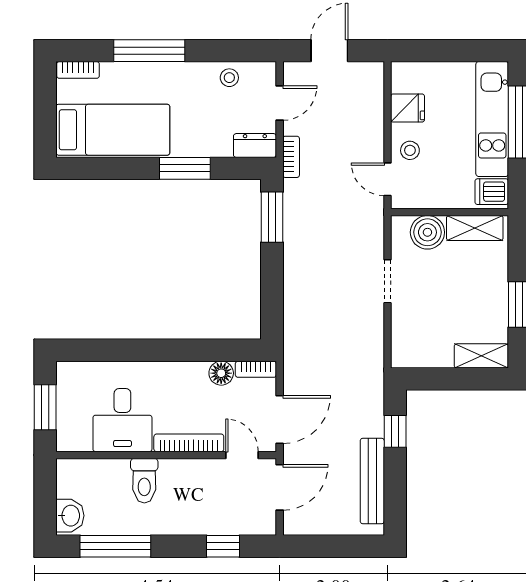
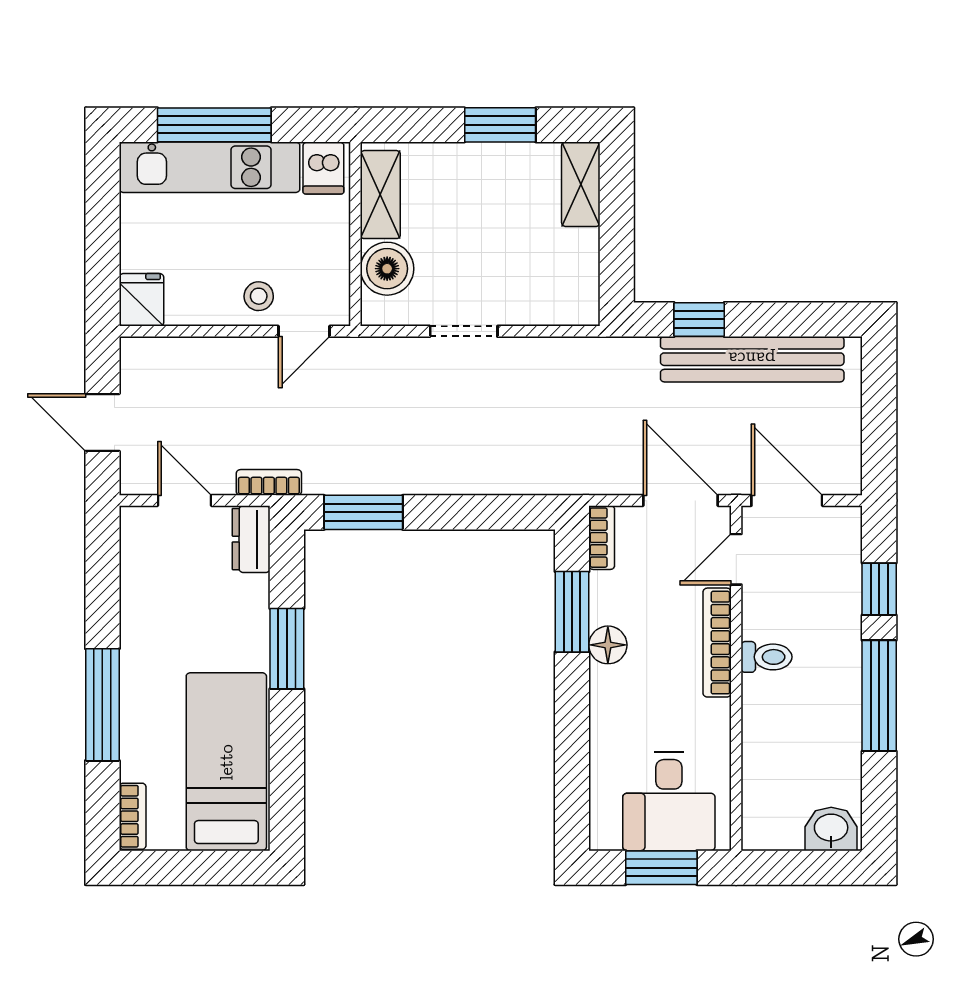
stool: (229, 78) -> (145, 579), removed
fridge: (408, 108) -> (142, 300), moved
window: (209, 350) -> (572, 612), added
floor lamp: (221, 373) -> (608, 645), moved
desk: (122, 420) -> (669, 801), moved, turned 90
toilet: (144, 481) -> (766, 657), moved, width x0.73, depth x0.72
bench: (372, 481) -> (752, 359), width x1.37, depth x1.21
window: (115, 546) -> (879, 696), moved

